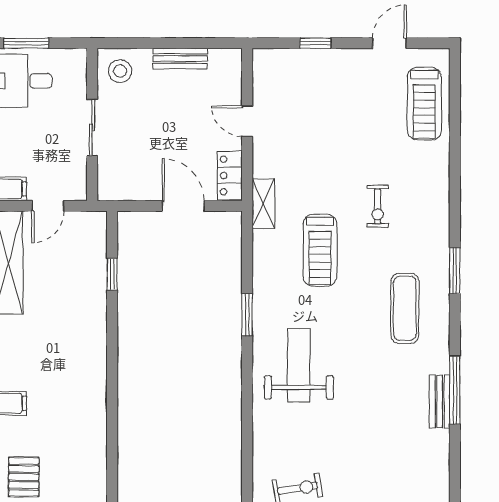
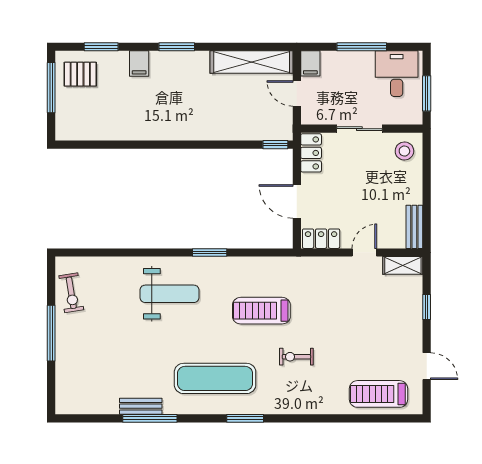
window: (26, 43) -> (427, 93), moved
bench: (180, 59) -> (414, 227), moved
locker: (122, 188) -> (311, 153), added
shelving: (263, 204) -> (403, 265), moved
door: (183, 206) -> (297, 201), swing flipped
window: (112, 274) -> (275, 145), moved
exercise mat: (405, 308) -> (215, 378), width x1.36, depth x1.45

